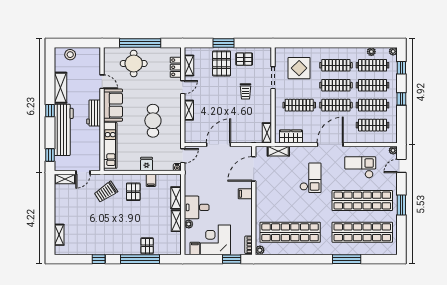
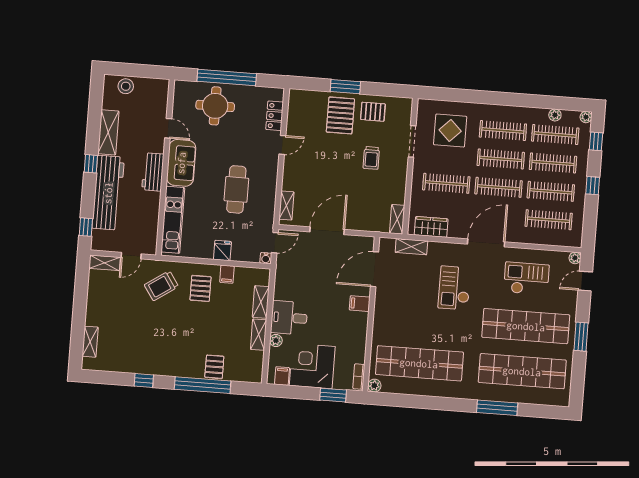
shelving: (189, 65) -> (294, 115), removed
shelving: (189, 110) -> (287, 205), moved
checkout: (310, 178) -> (454, 288), turned 180

